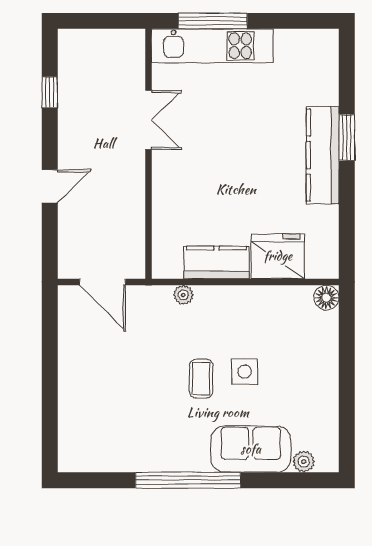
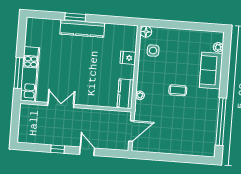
window: (50, 92) -> (58, 149), moved
fridge: (278, 256) -> (128, 58), width x0.53, depth x0.75
kitchen counter: (216, 262) -> (125, 94), moved
side table: (245, 372) -> (153, 51), moved
window: (188, 480) -> (221, 122), moved

